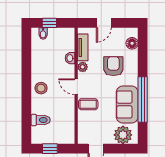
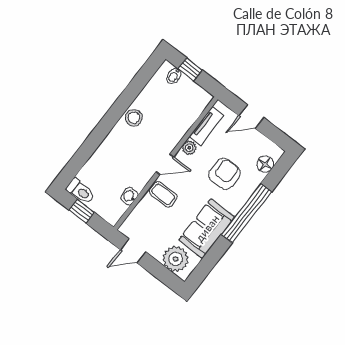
washbasin: (70, 58) -> (129, 196), moved
door: (76, 87) -> (165, 164), swing flipped
stool: (41, 88) -> (134, 118), moved
window: (143, 99) -> (246, 213), moved
toilet: (41, 120) -> (80, 191), moved

